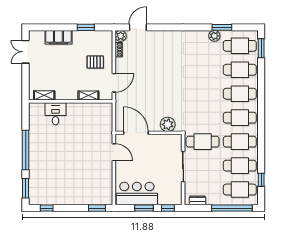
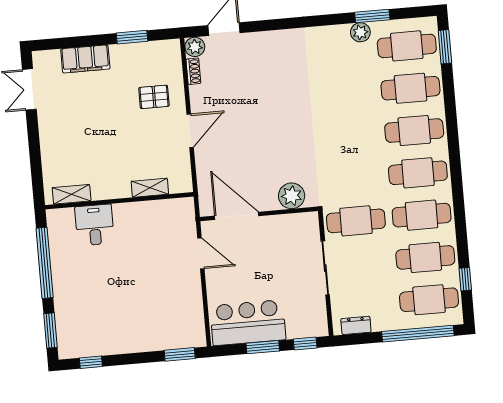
shelving: (44, 95) -> (72, 194), moved
shelving: (88, 96) -> (150, 188), moved
wall: (71, 101) -> (119, 201), moved
desk: (55, 114) -> (95, 225), moved

